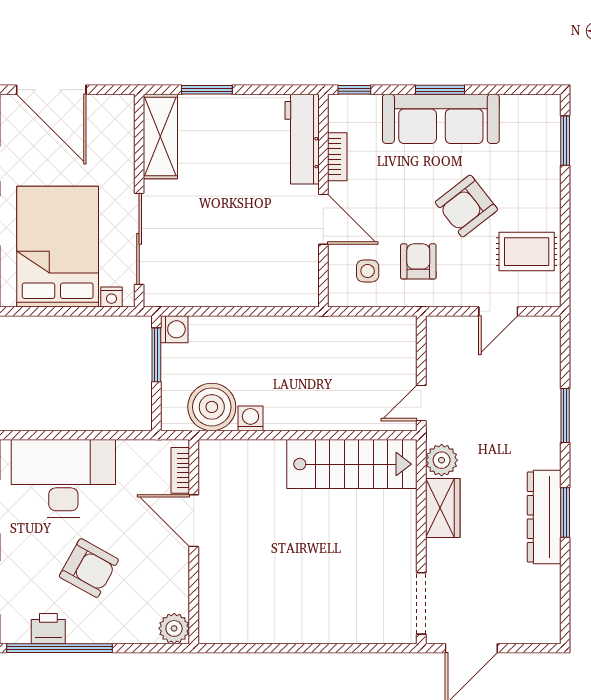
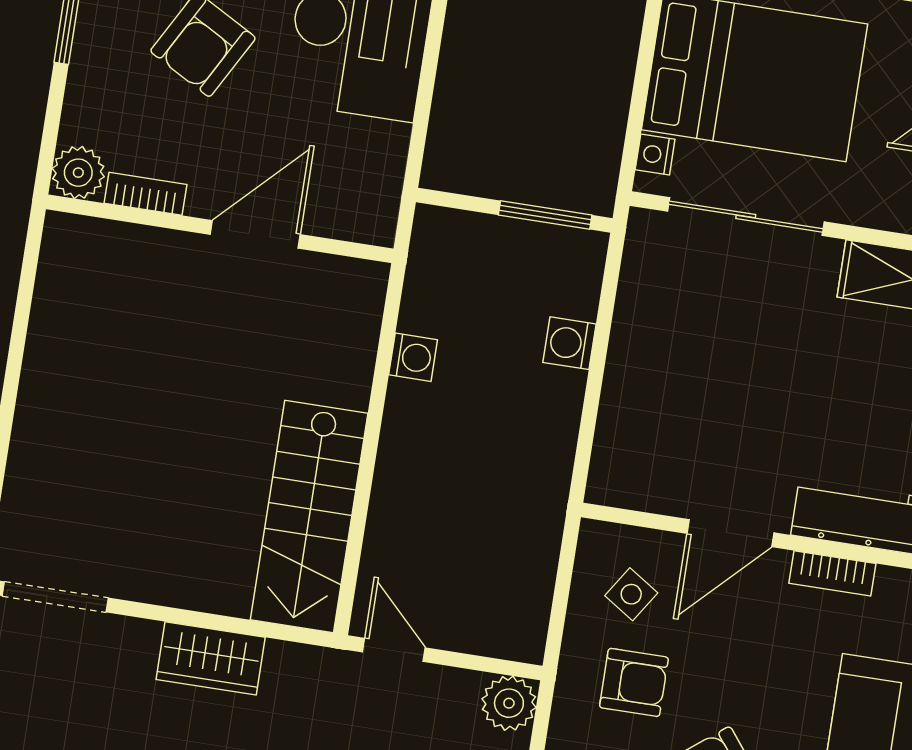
side table: (368, 271) -> (631, 594), turned 33
washing machine: (174, 329) -> (570, 343), moved, turned 90
boiler: (212, 407) -> (443, 295), removed
plant: (442, 460) -> (509, 703), moved
bookcase: (180, 470) -> (145, 194), moved

